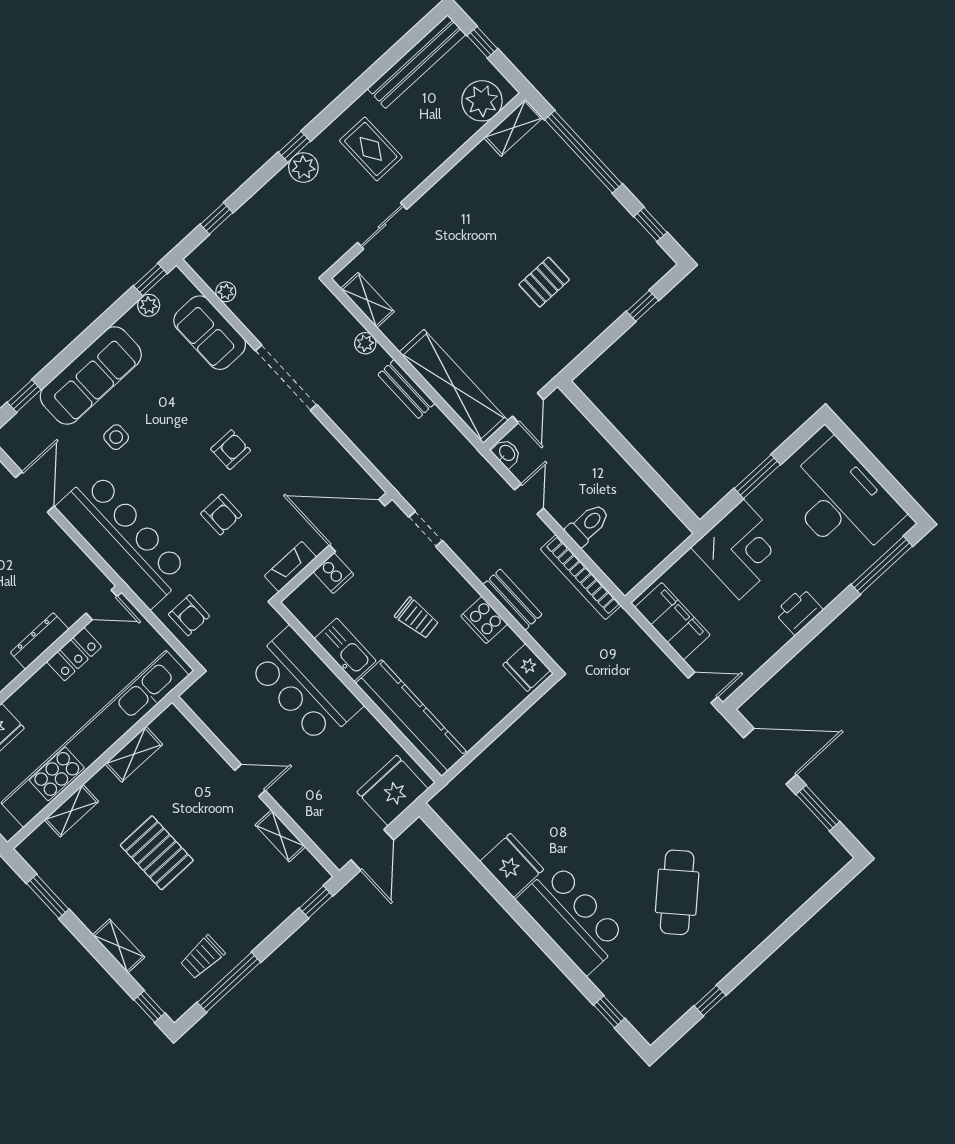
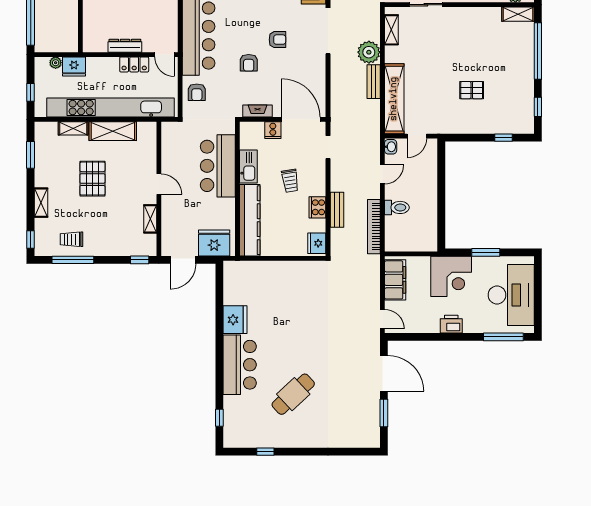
plant: (365, 343) -> (369, 52), width x1.87, depth x1.87
shelving: (134, 754) -> (113, 131), width x1.50, depth x1.33

